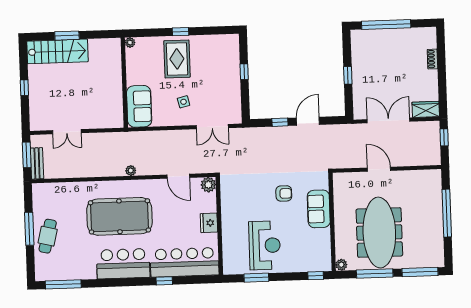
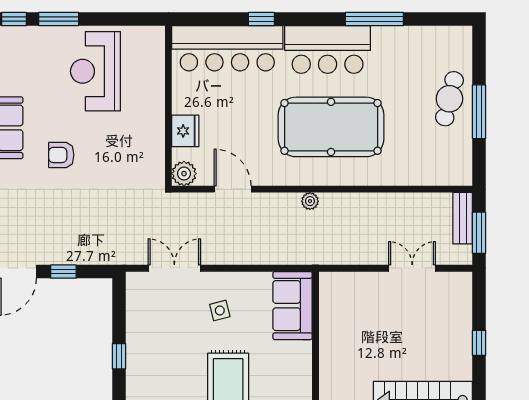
fridge: (209, 223) -> (185, 131), moved
window: (256, 278) -> (59, 19), moved
window: (63, 284) -> (374, 19), moved

